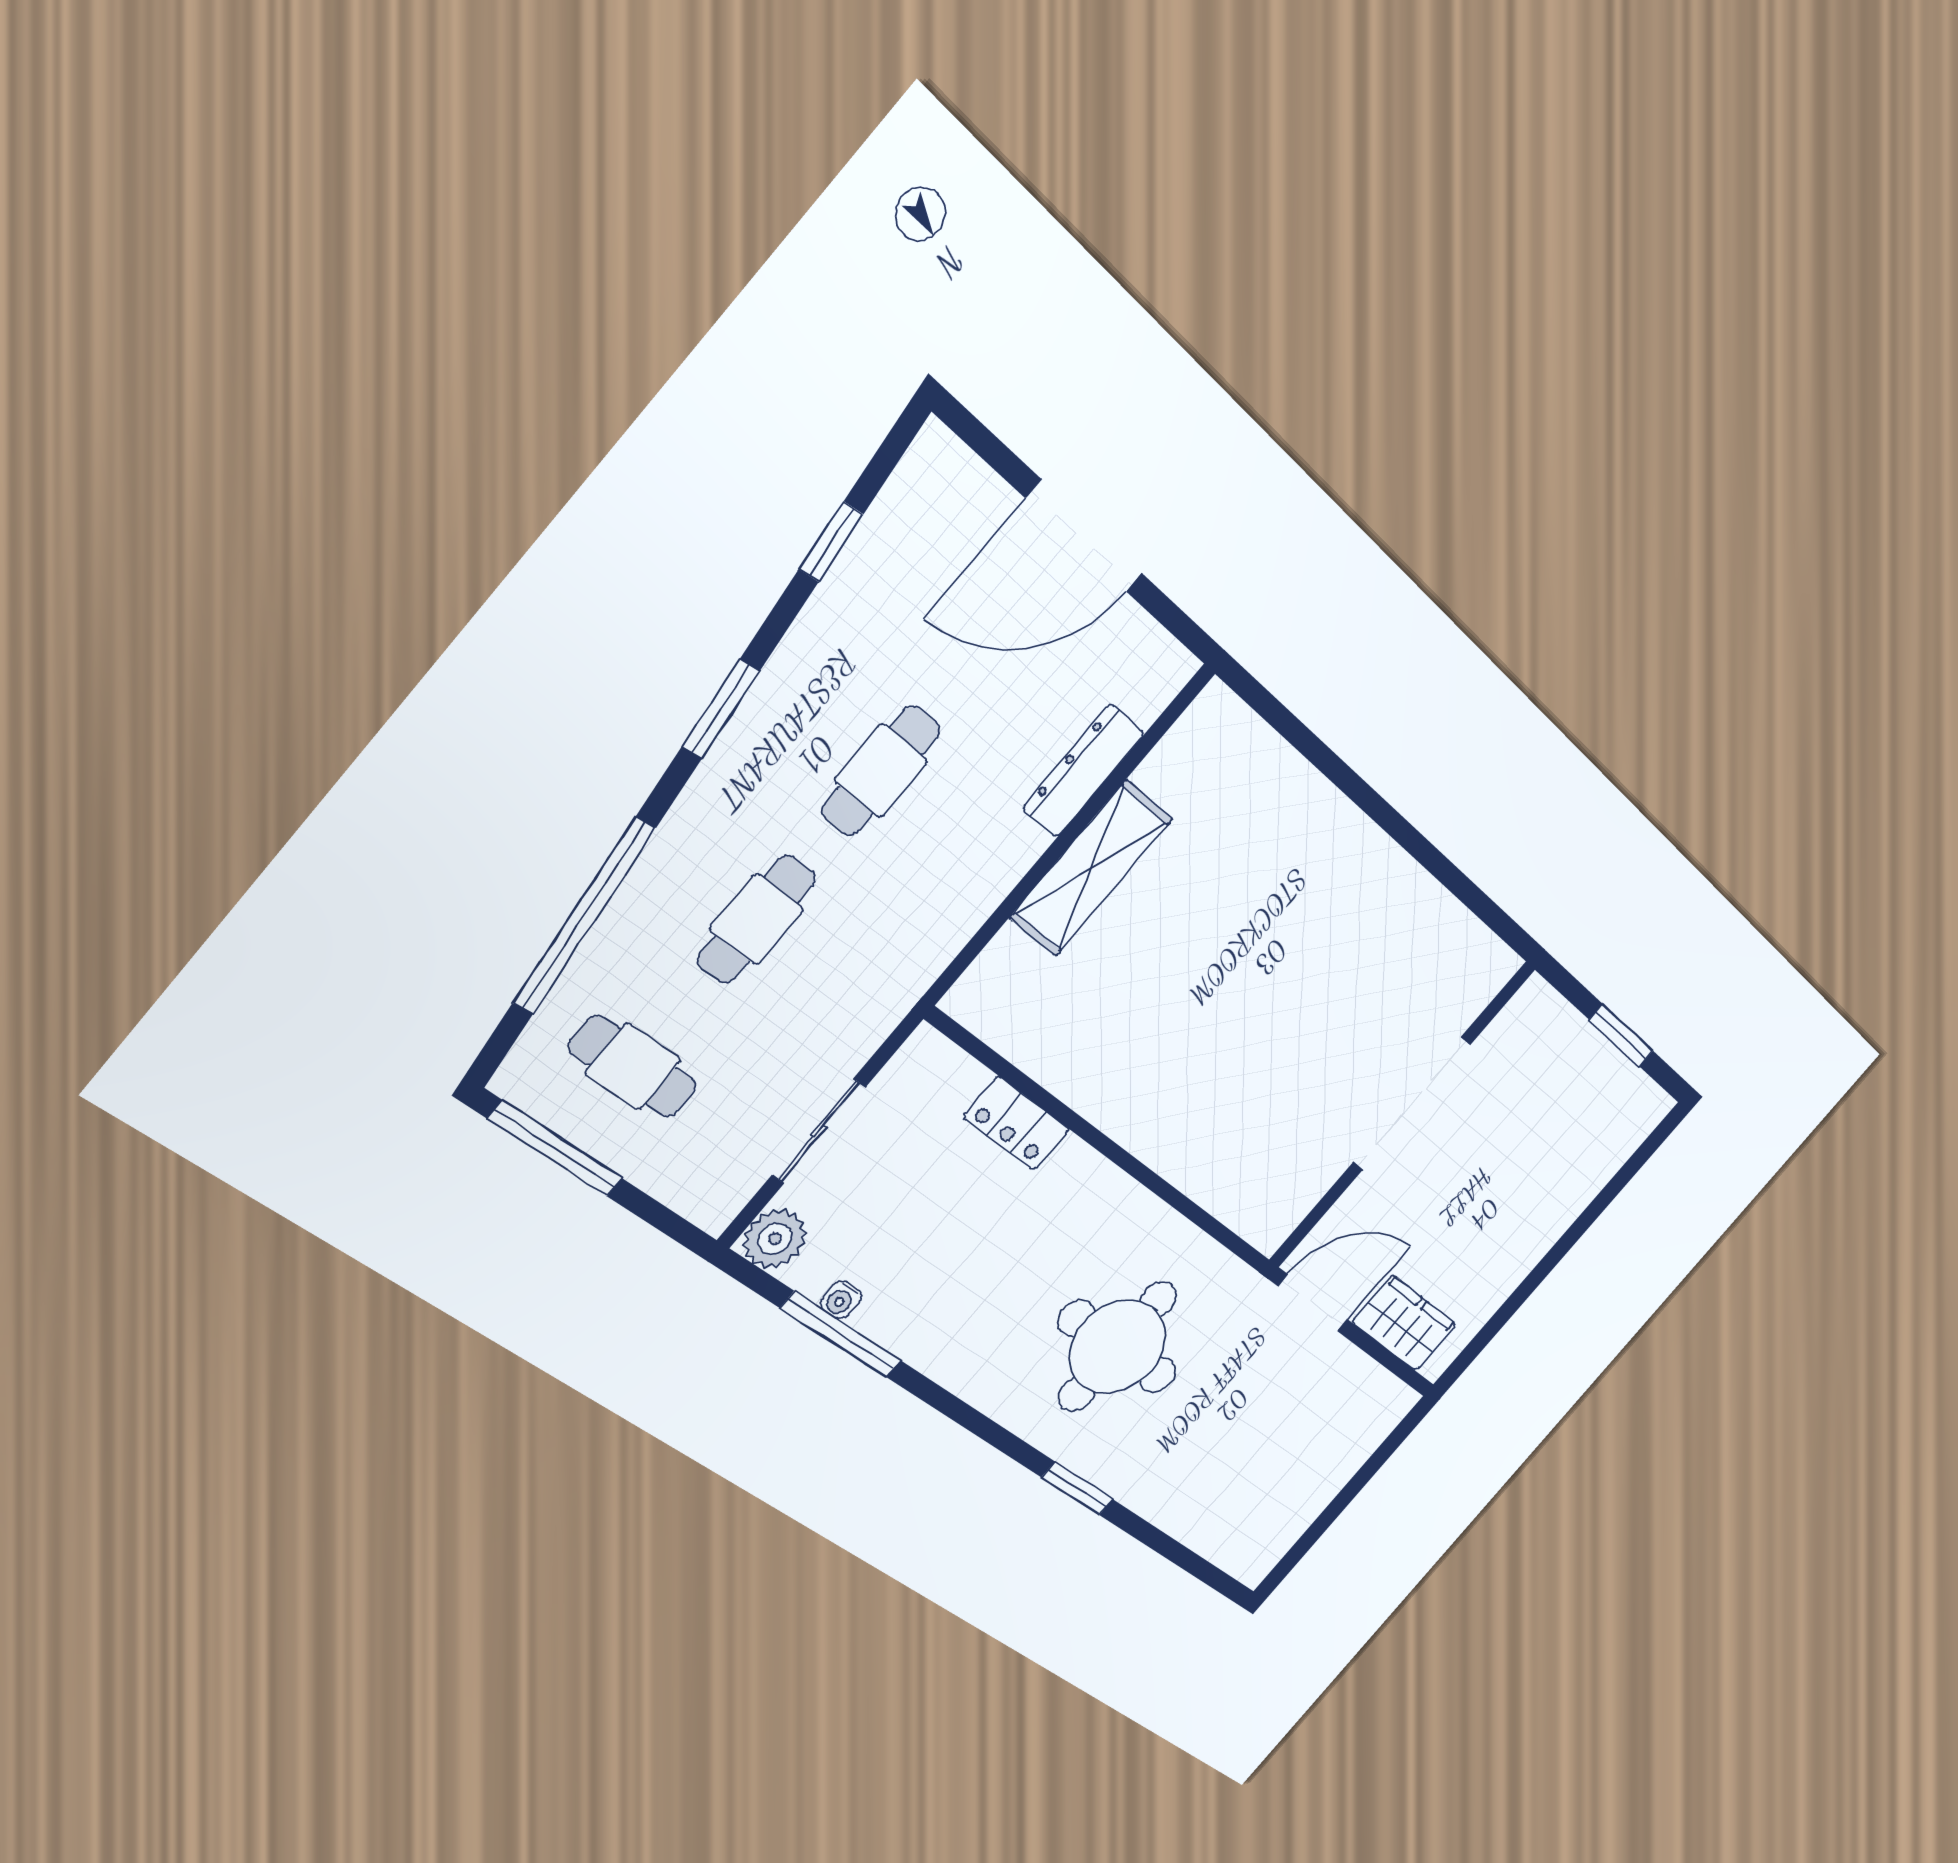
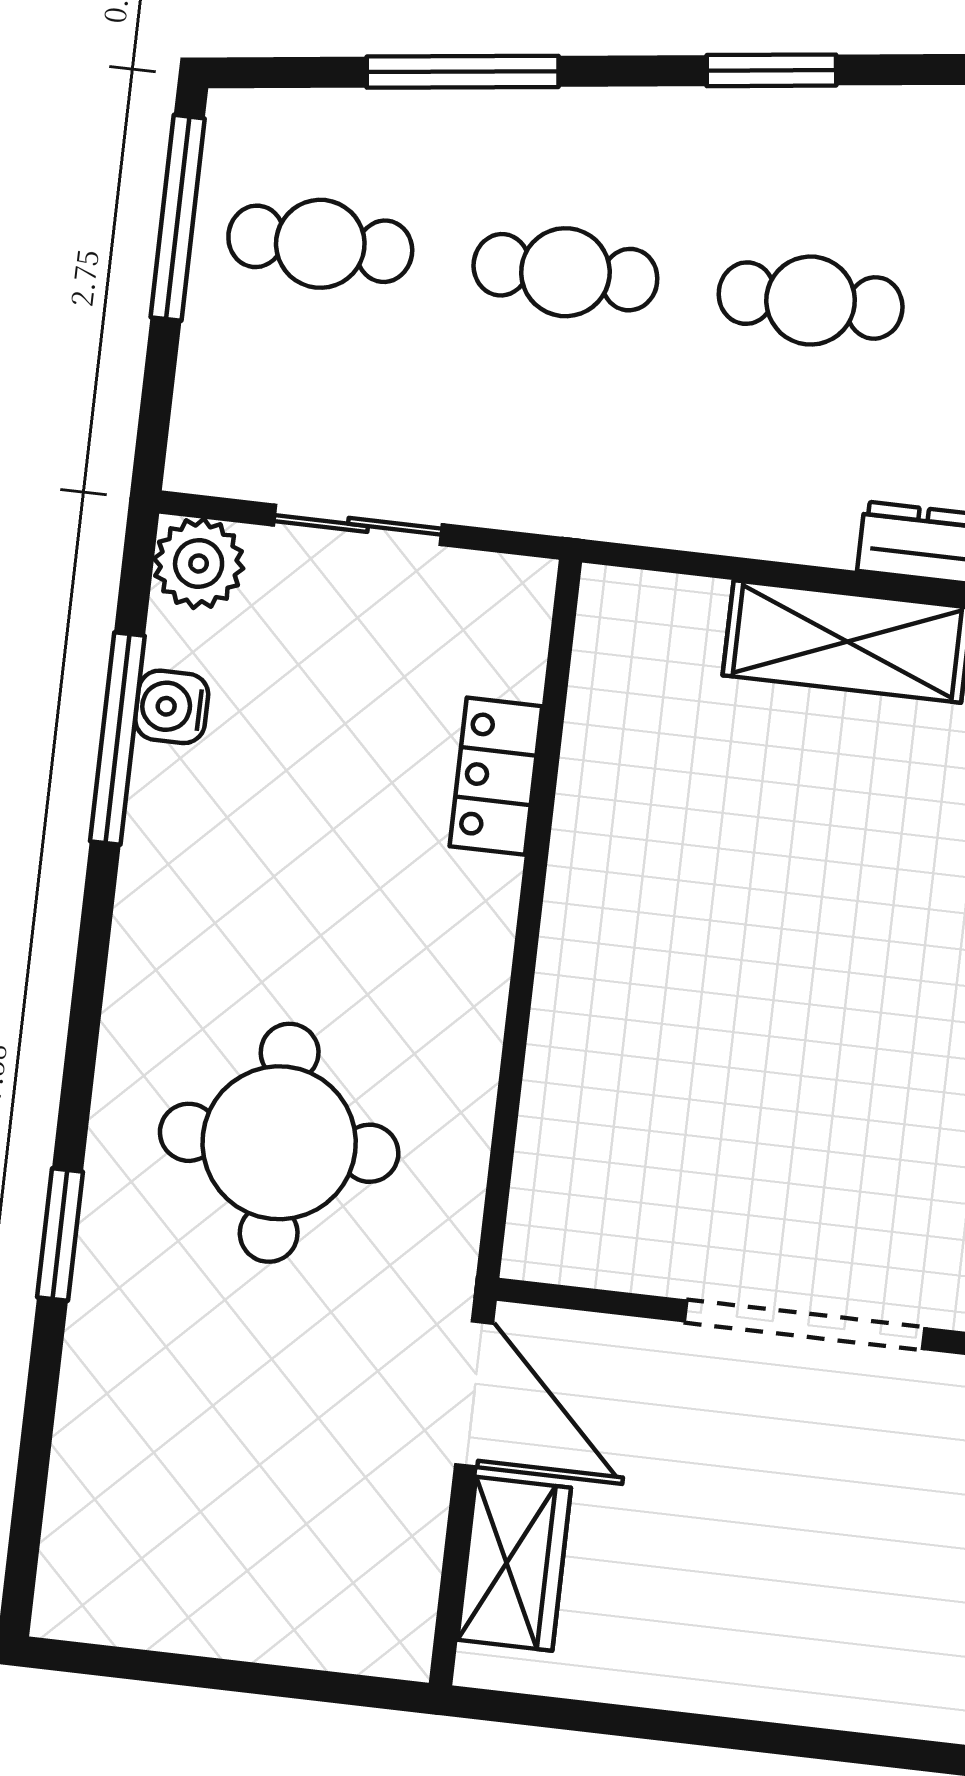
window: (584, 916) -> (463, 72), width x0.68
cafe table: (633, 1067) -> (320, 244), turned 90
water cooler: (841, 1300) -> (172, 707), width x1.38, depth x1.38

